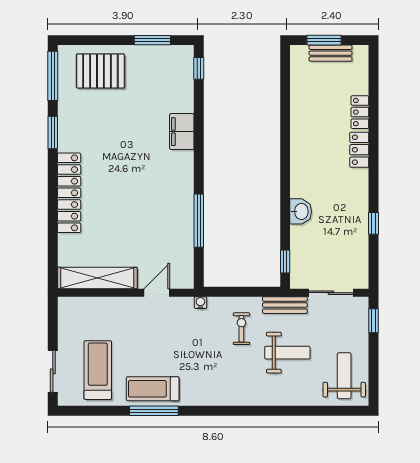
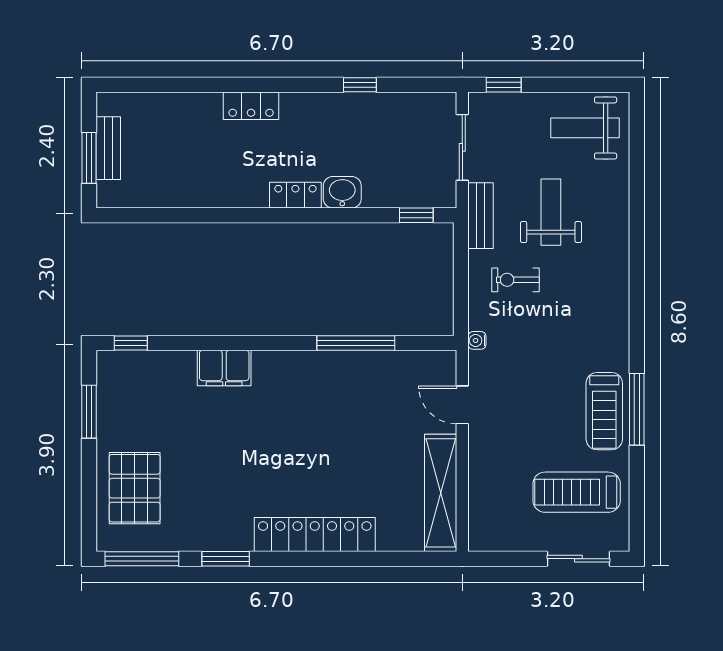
locker: (360, 112) -> (295, 195), moved, turned 180

